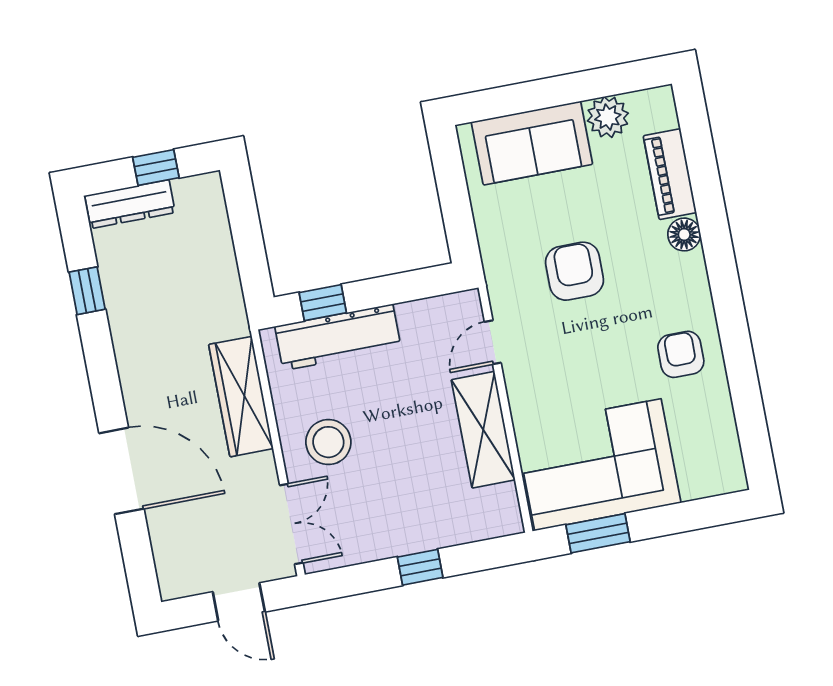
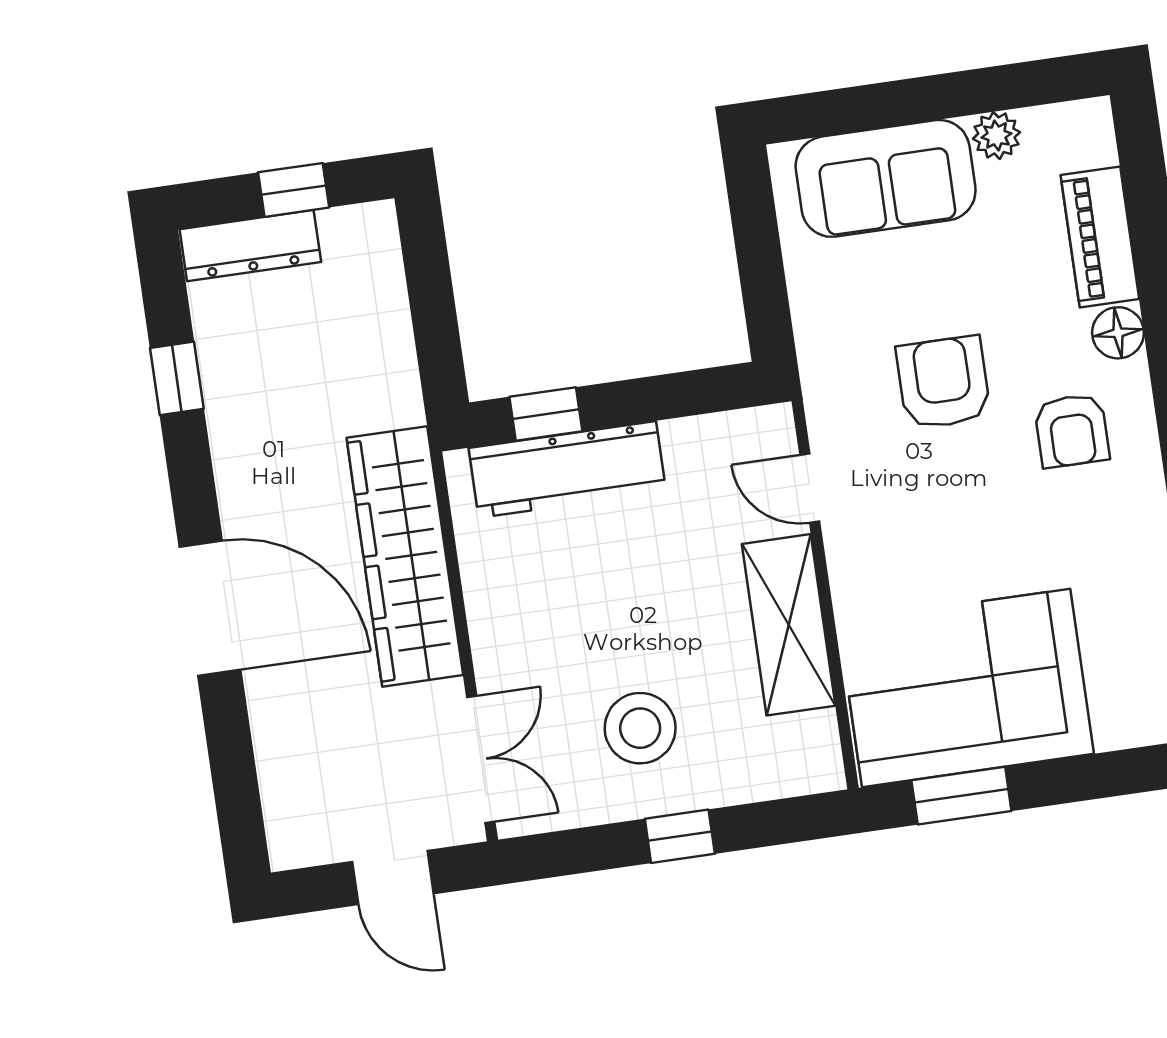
plant: (608, 117) -> (996, 135), width x0.73, depth x0.73
door: (493, 342) -> (810, 488), hinge flipped
armchair: (681, 354) -> (1072, 431), moved, turned 180
wardrobe: (241, 397) -> (405, 556), width x1.40, depth x1.17
stool: (328, 442) -> (640, 728), moved
door: (121, 471) -> (210, 608), moved

